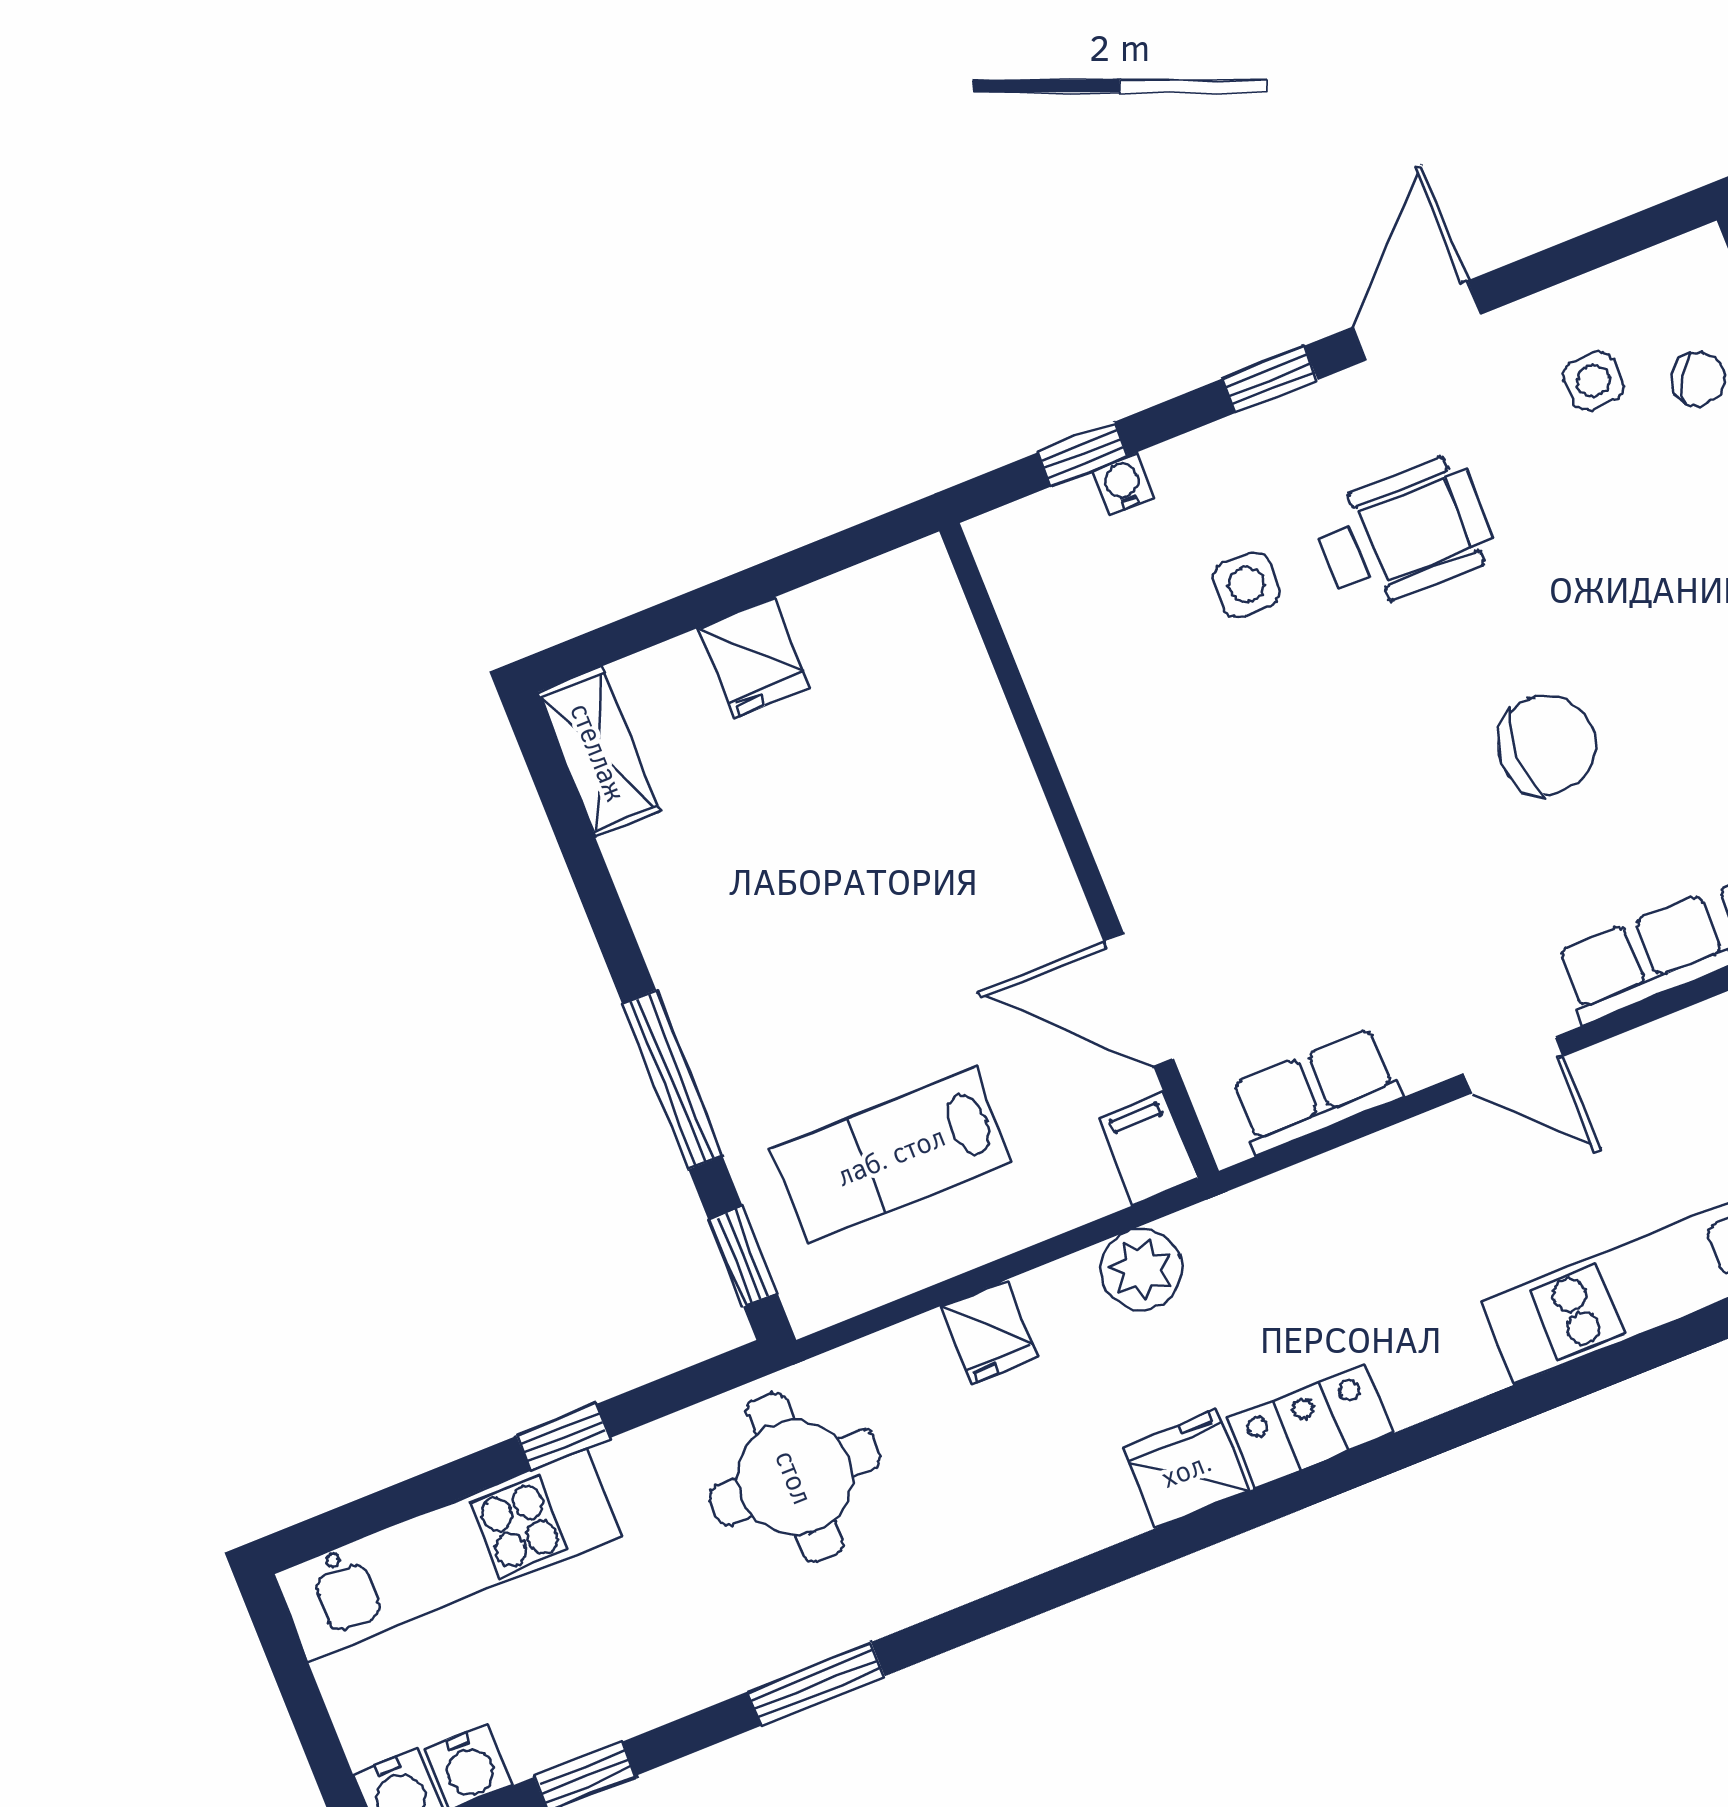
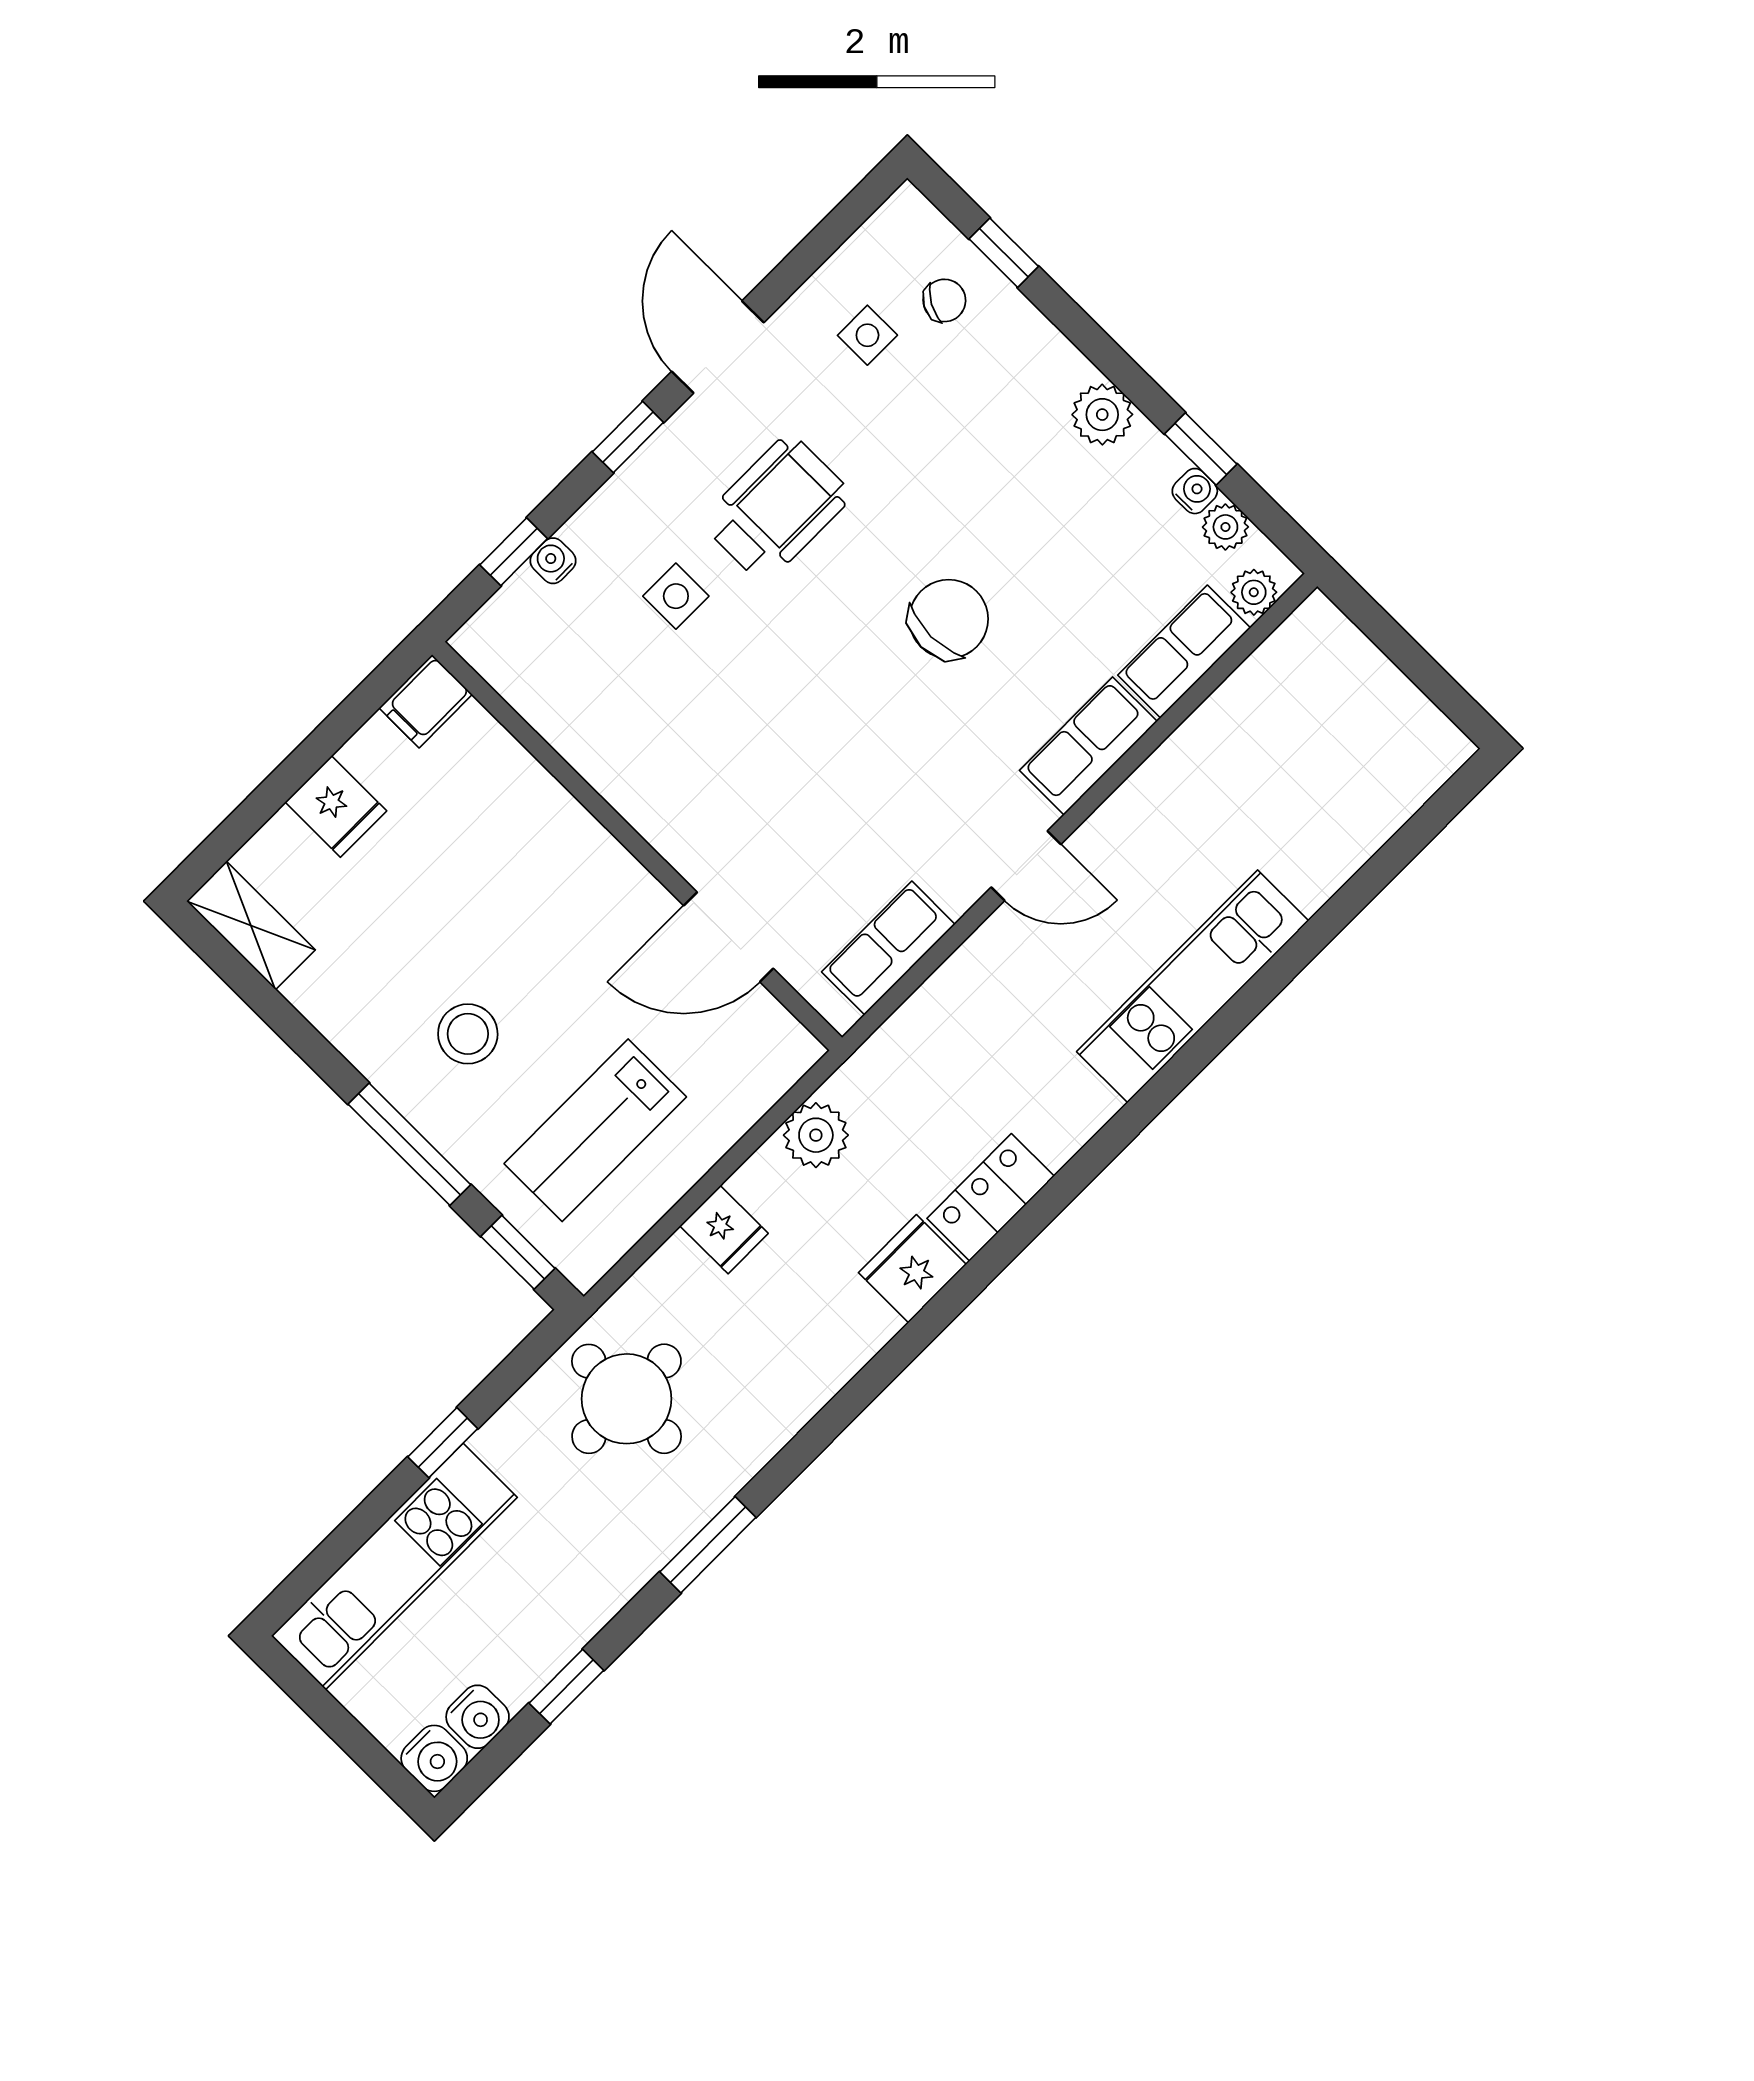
stool: (793, 982) -> (468, 1034), added
filing cabinet: (1148, 1148) -> (426, 701), moved, turned -90

